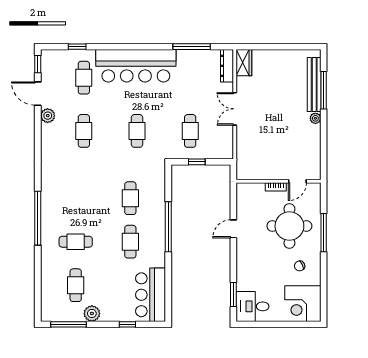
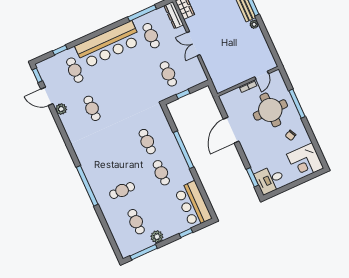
cafe table: (137, 131) -> (151, 36), moved
door: (233, 229) -> (231, 130), width x1.88

